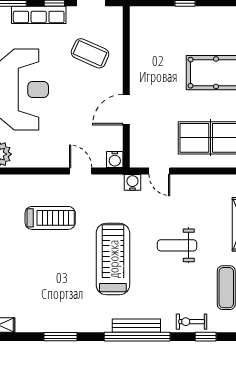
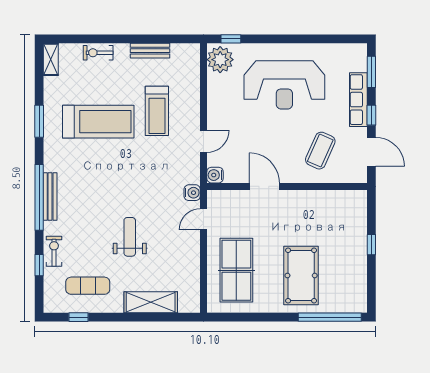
treadmill: (113, 259) -> (98, 122), moved

